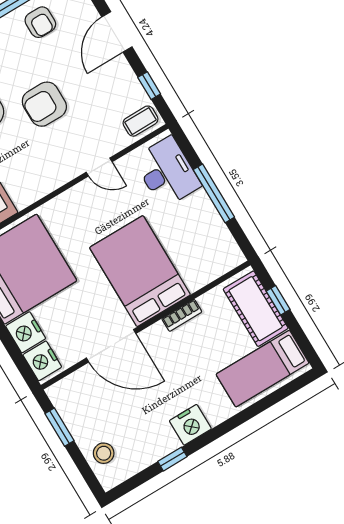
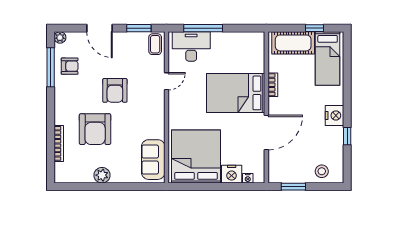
window: (149, 86) -> (139, 28), width x1.50
window: (214, 193) -> (203, 28), moved
window: (278, 300) -> (314, 28), moved
nightstand: (42, 361) -> (248, 178), width x0.53, depth x0.56

